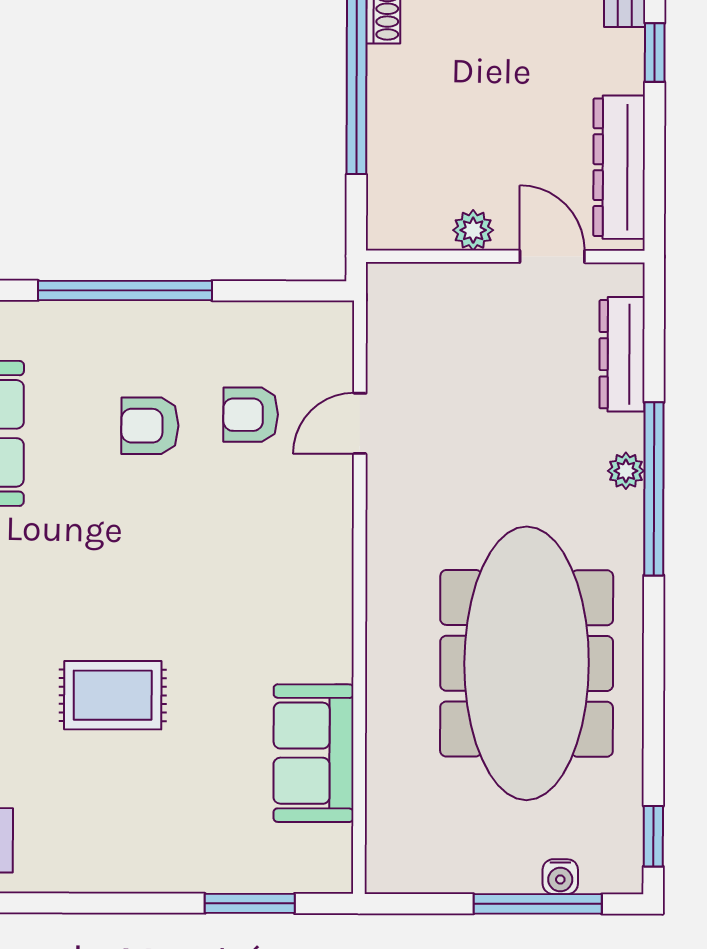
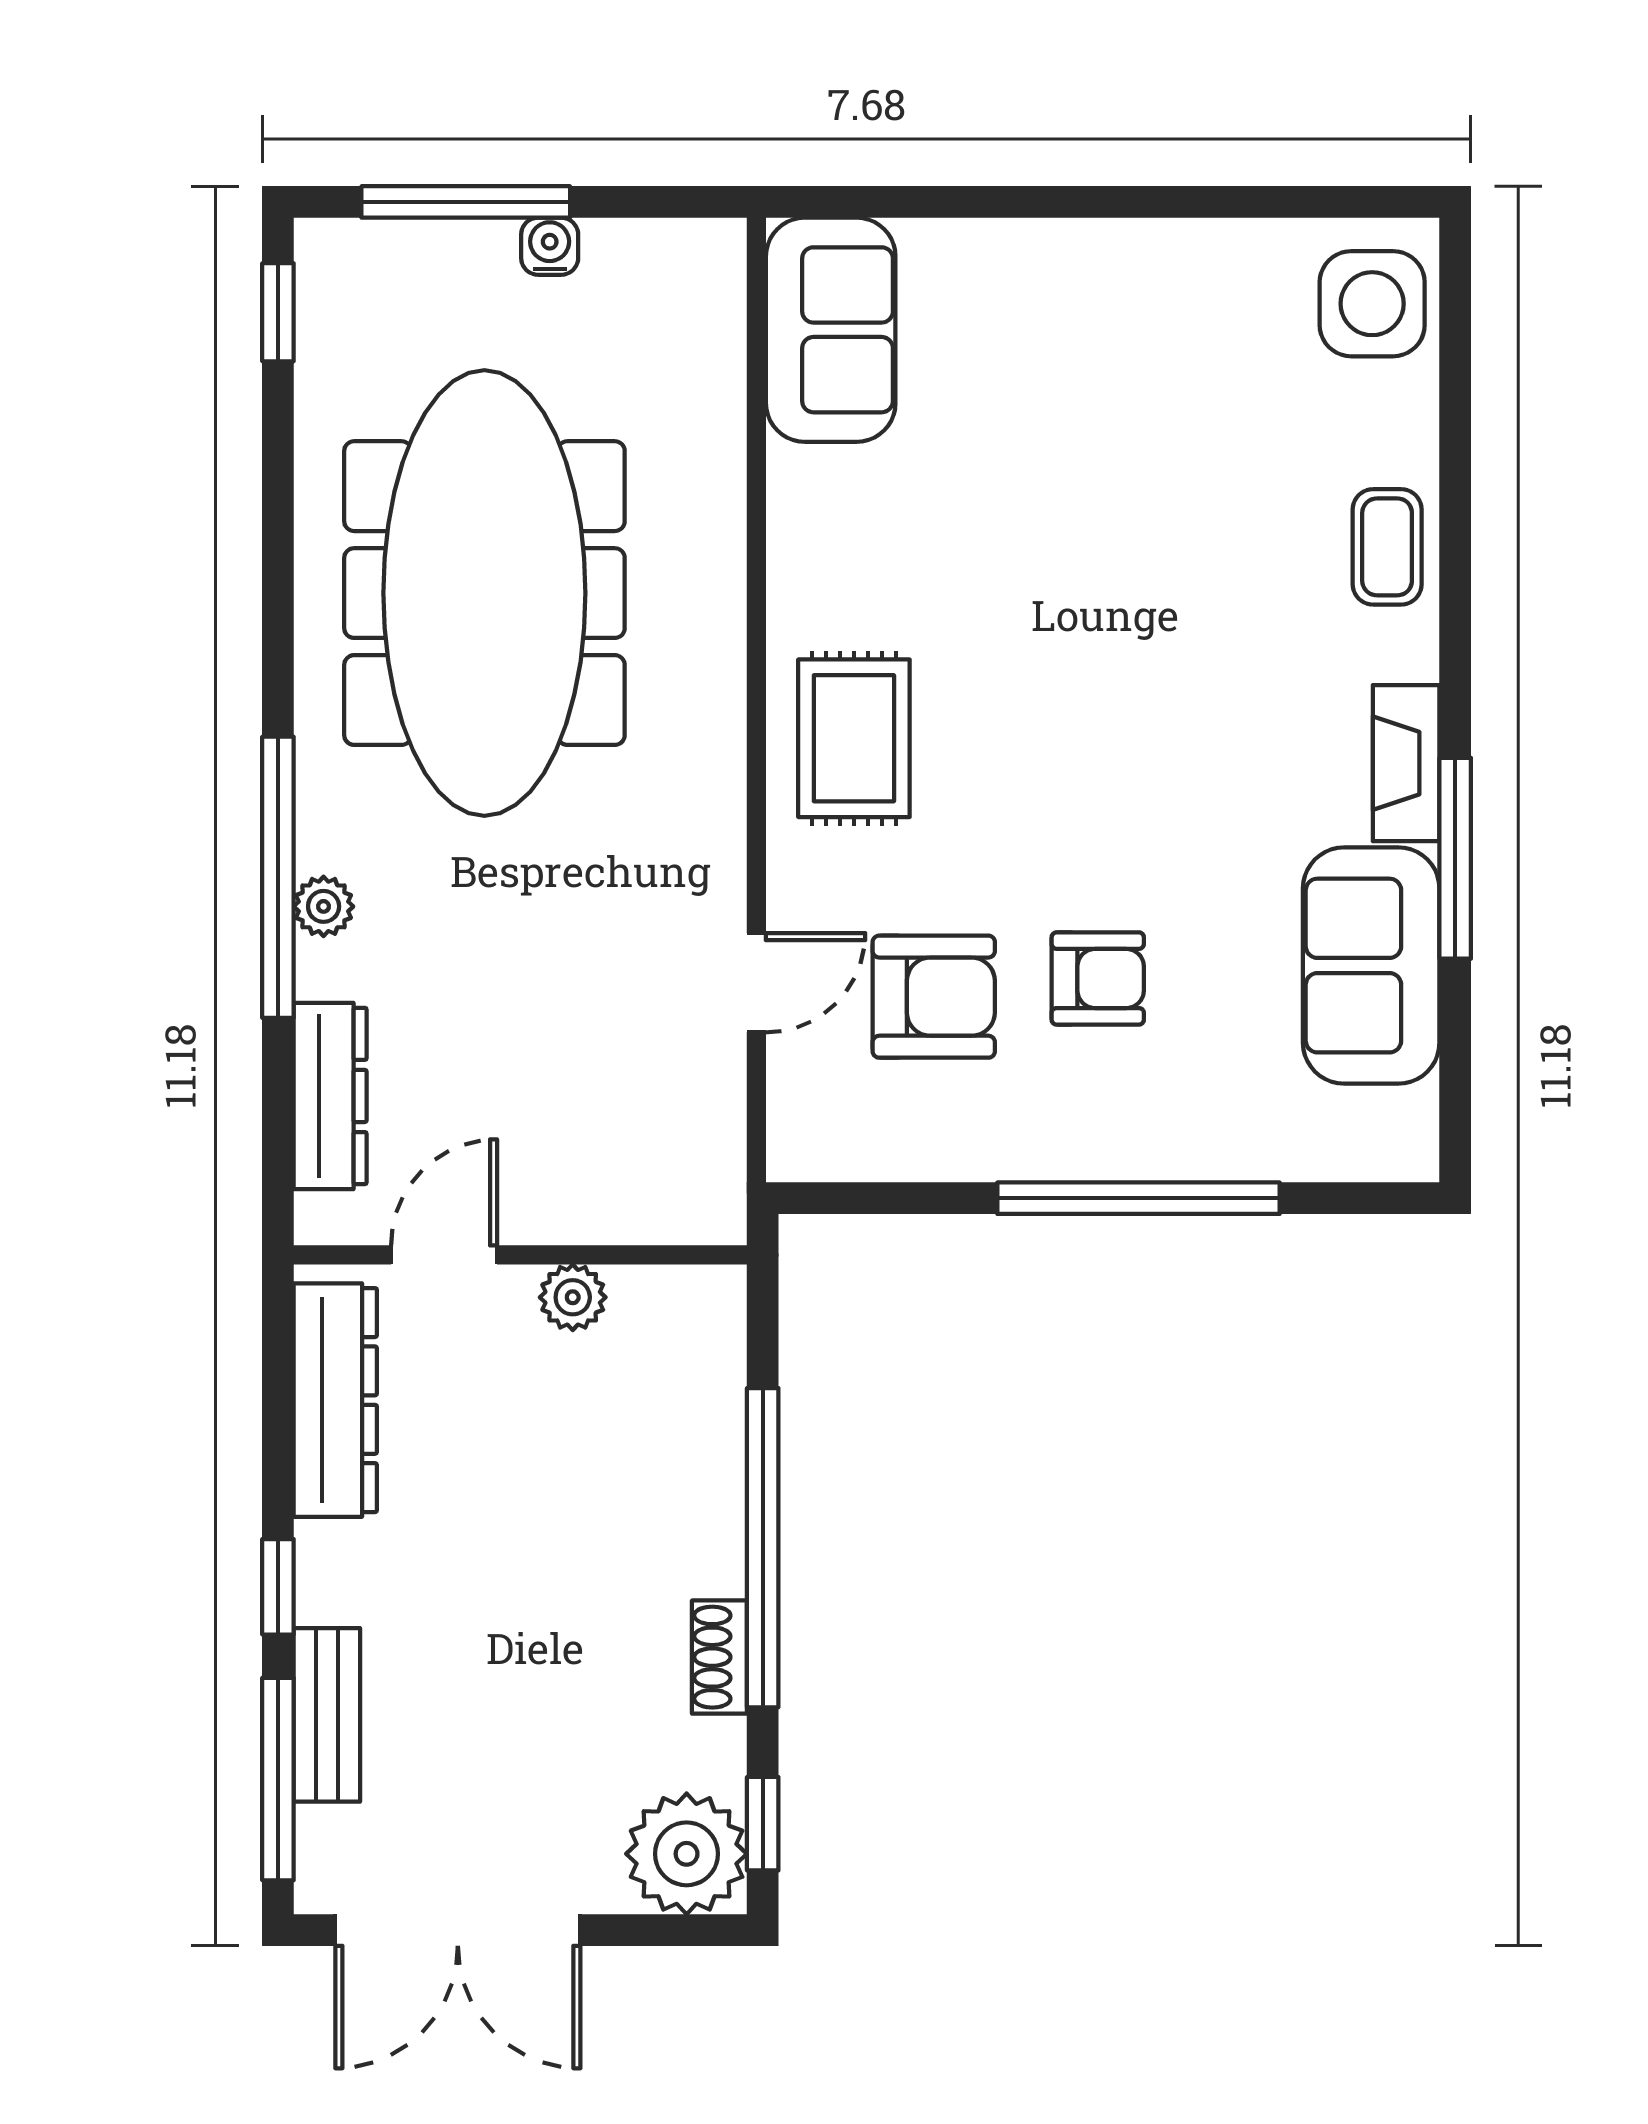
door: (552, 256) -> (444, 1255), swing flipped
armchair: (251, 415) -> (934, 997), width x1.38, depth x1.38
rug: (113, 695) -> (854, 738), moved, turned 90
sofa: (314, 753) -> (831, 330), moved
water cooler: (560, 877) -> (550, 246), moved
window: (250, 903) -> (934, 202), removed

